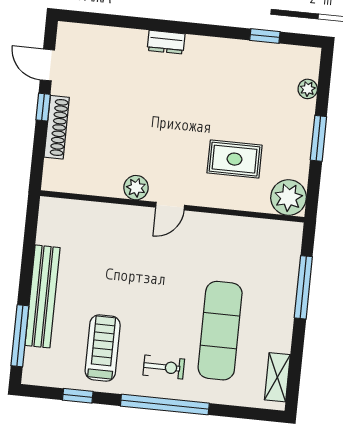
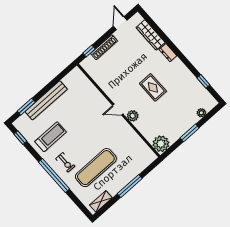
wardrobe: (113, 39) -> (151, 35), added
window: (43, 107) -> (89, 51), moved
rug: (235, 159) -> (153, 87), moved
plant: (136, 188) -> (133, 116), moved
window: (303, 287) -> (130, 186), moved
window: (20, 336) -> (26, 107), width x0.69
window: (78, 396) -> (20, 138), moved

